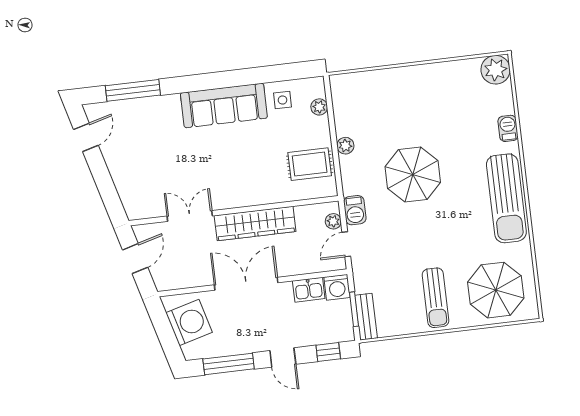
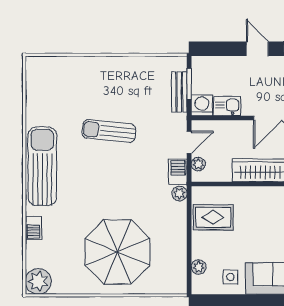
plant: (345, 146) -> (179, 193), moved
parasol: (413, 174) -> (118, 252), moved, width x1.36, depth x1.36
parasol: (496, 290) -> (61, 86), removed
sun lounger: (436, 298) -> (109, 131), moved, turned -84
bench: (366, 317) -> (179, 92), moved
window: (328, 352) -> (216, 49), removed

